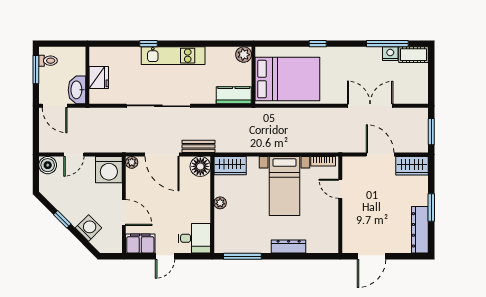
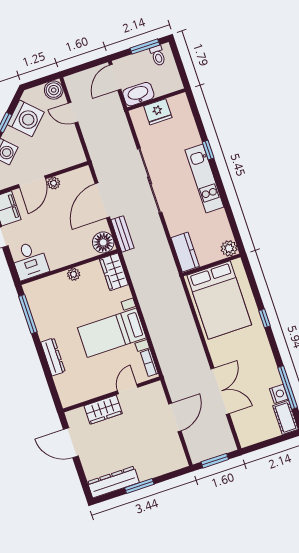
plant: (132, 162) -> (54, 183), moved
wardrobe: (412, 166) -> (103, 410), moved, turned -90
washing machine: (109, 170) -> (26, 118), moved, turned -135

